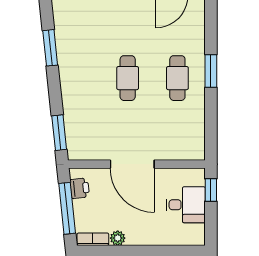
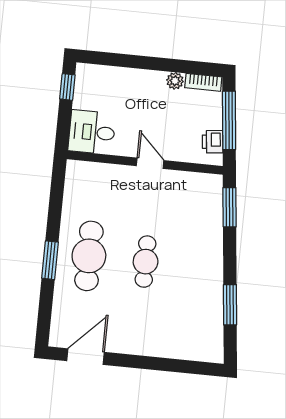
cafe table: (177, 78) -> (89, 256), width x1.37, depth x1.35
door: (132, 164) -> (150, 163), width x0.53
window: (211, 190) -> (67, 87), moved
desk: (186, 205) -> (92, 132), moved

